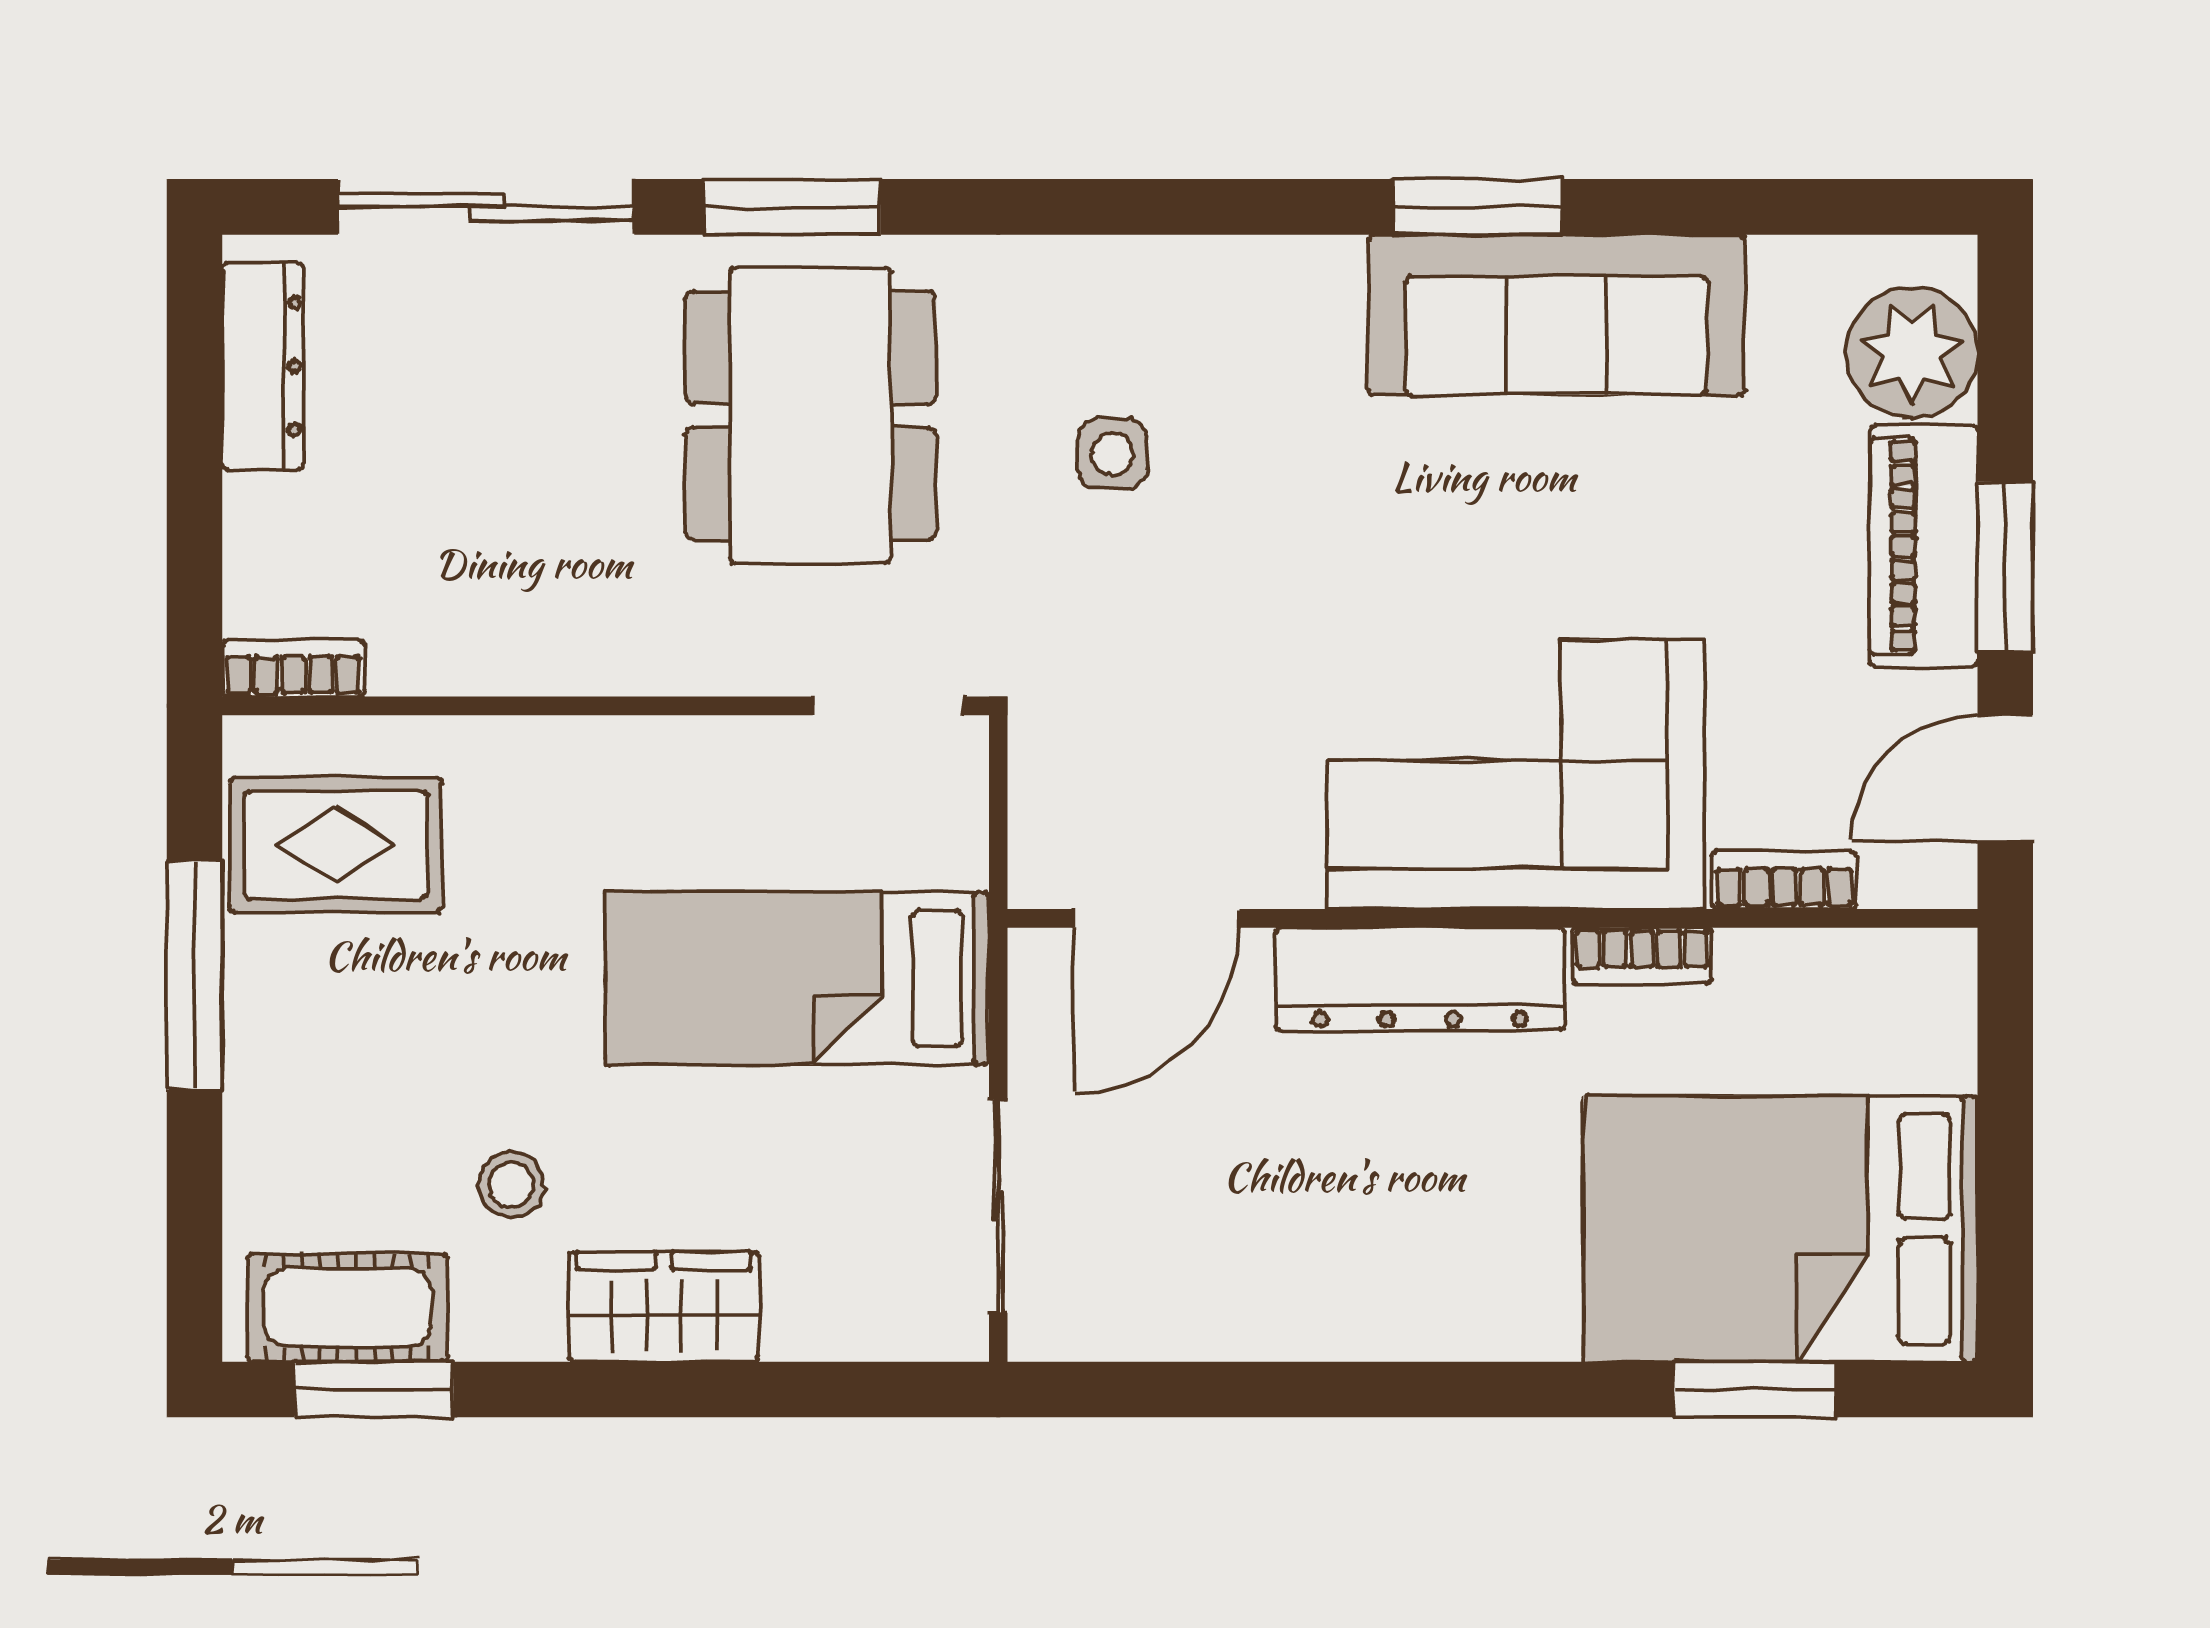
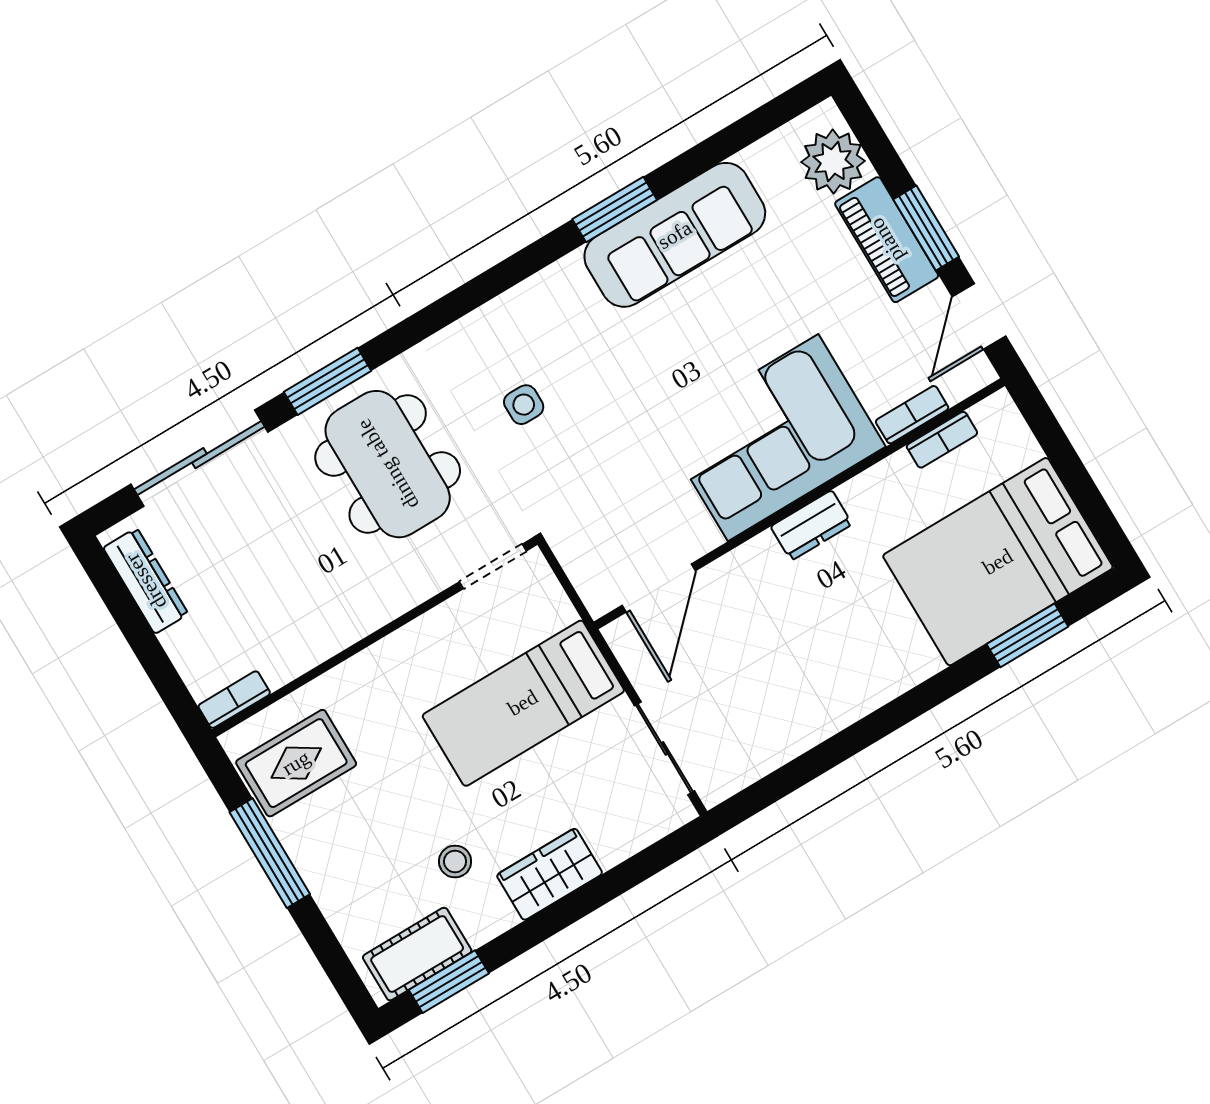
bookcase: (1642, 956) -> (942, 440), moved
dresser: (1420, 979) -> (811, 525), width x0.51, depth x0.80

